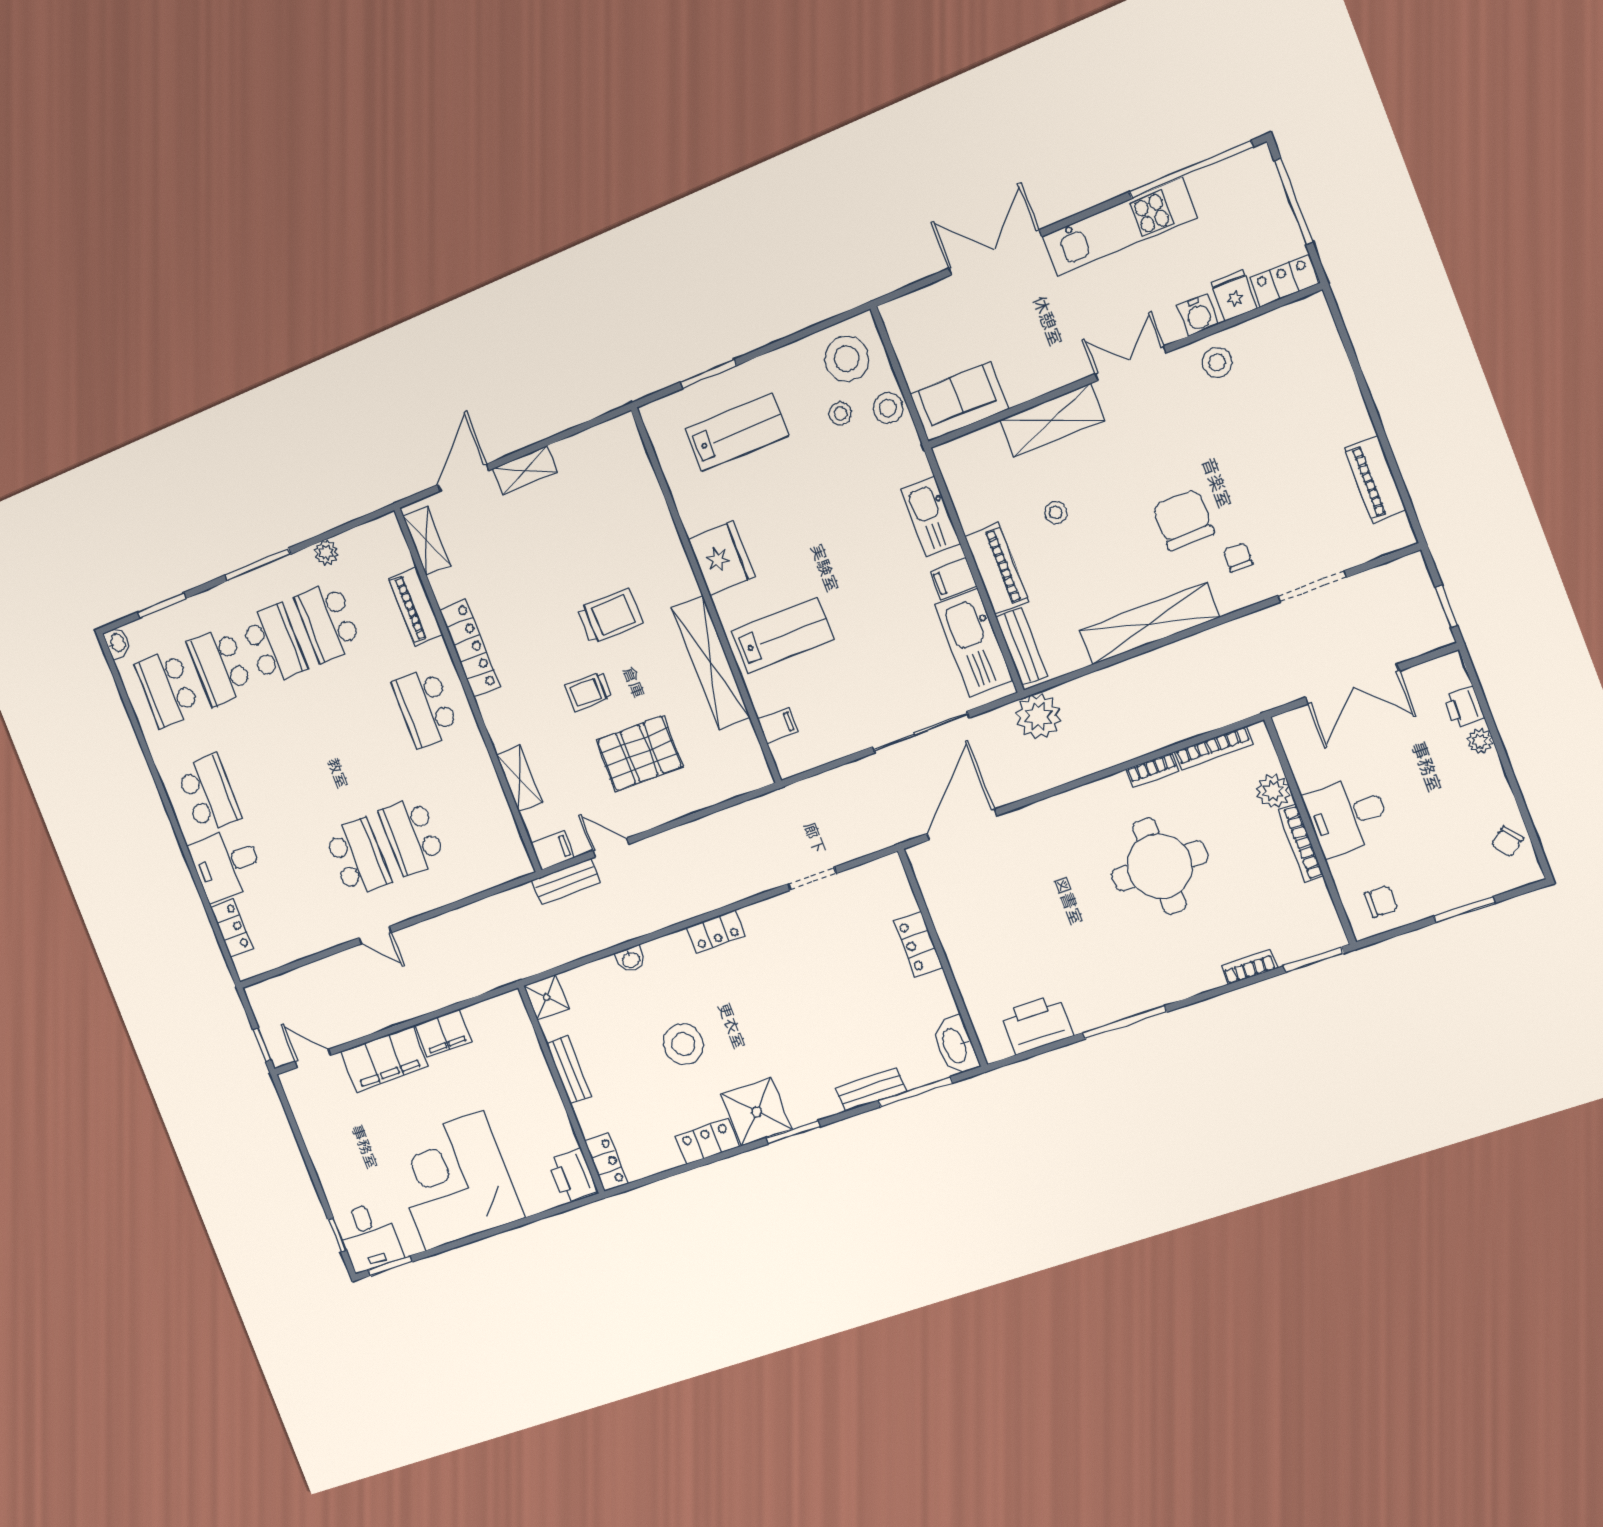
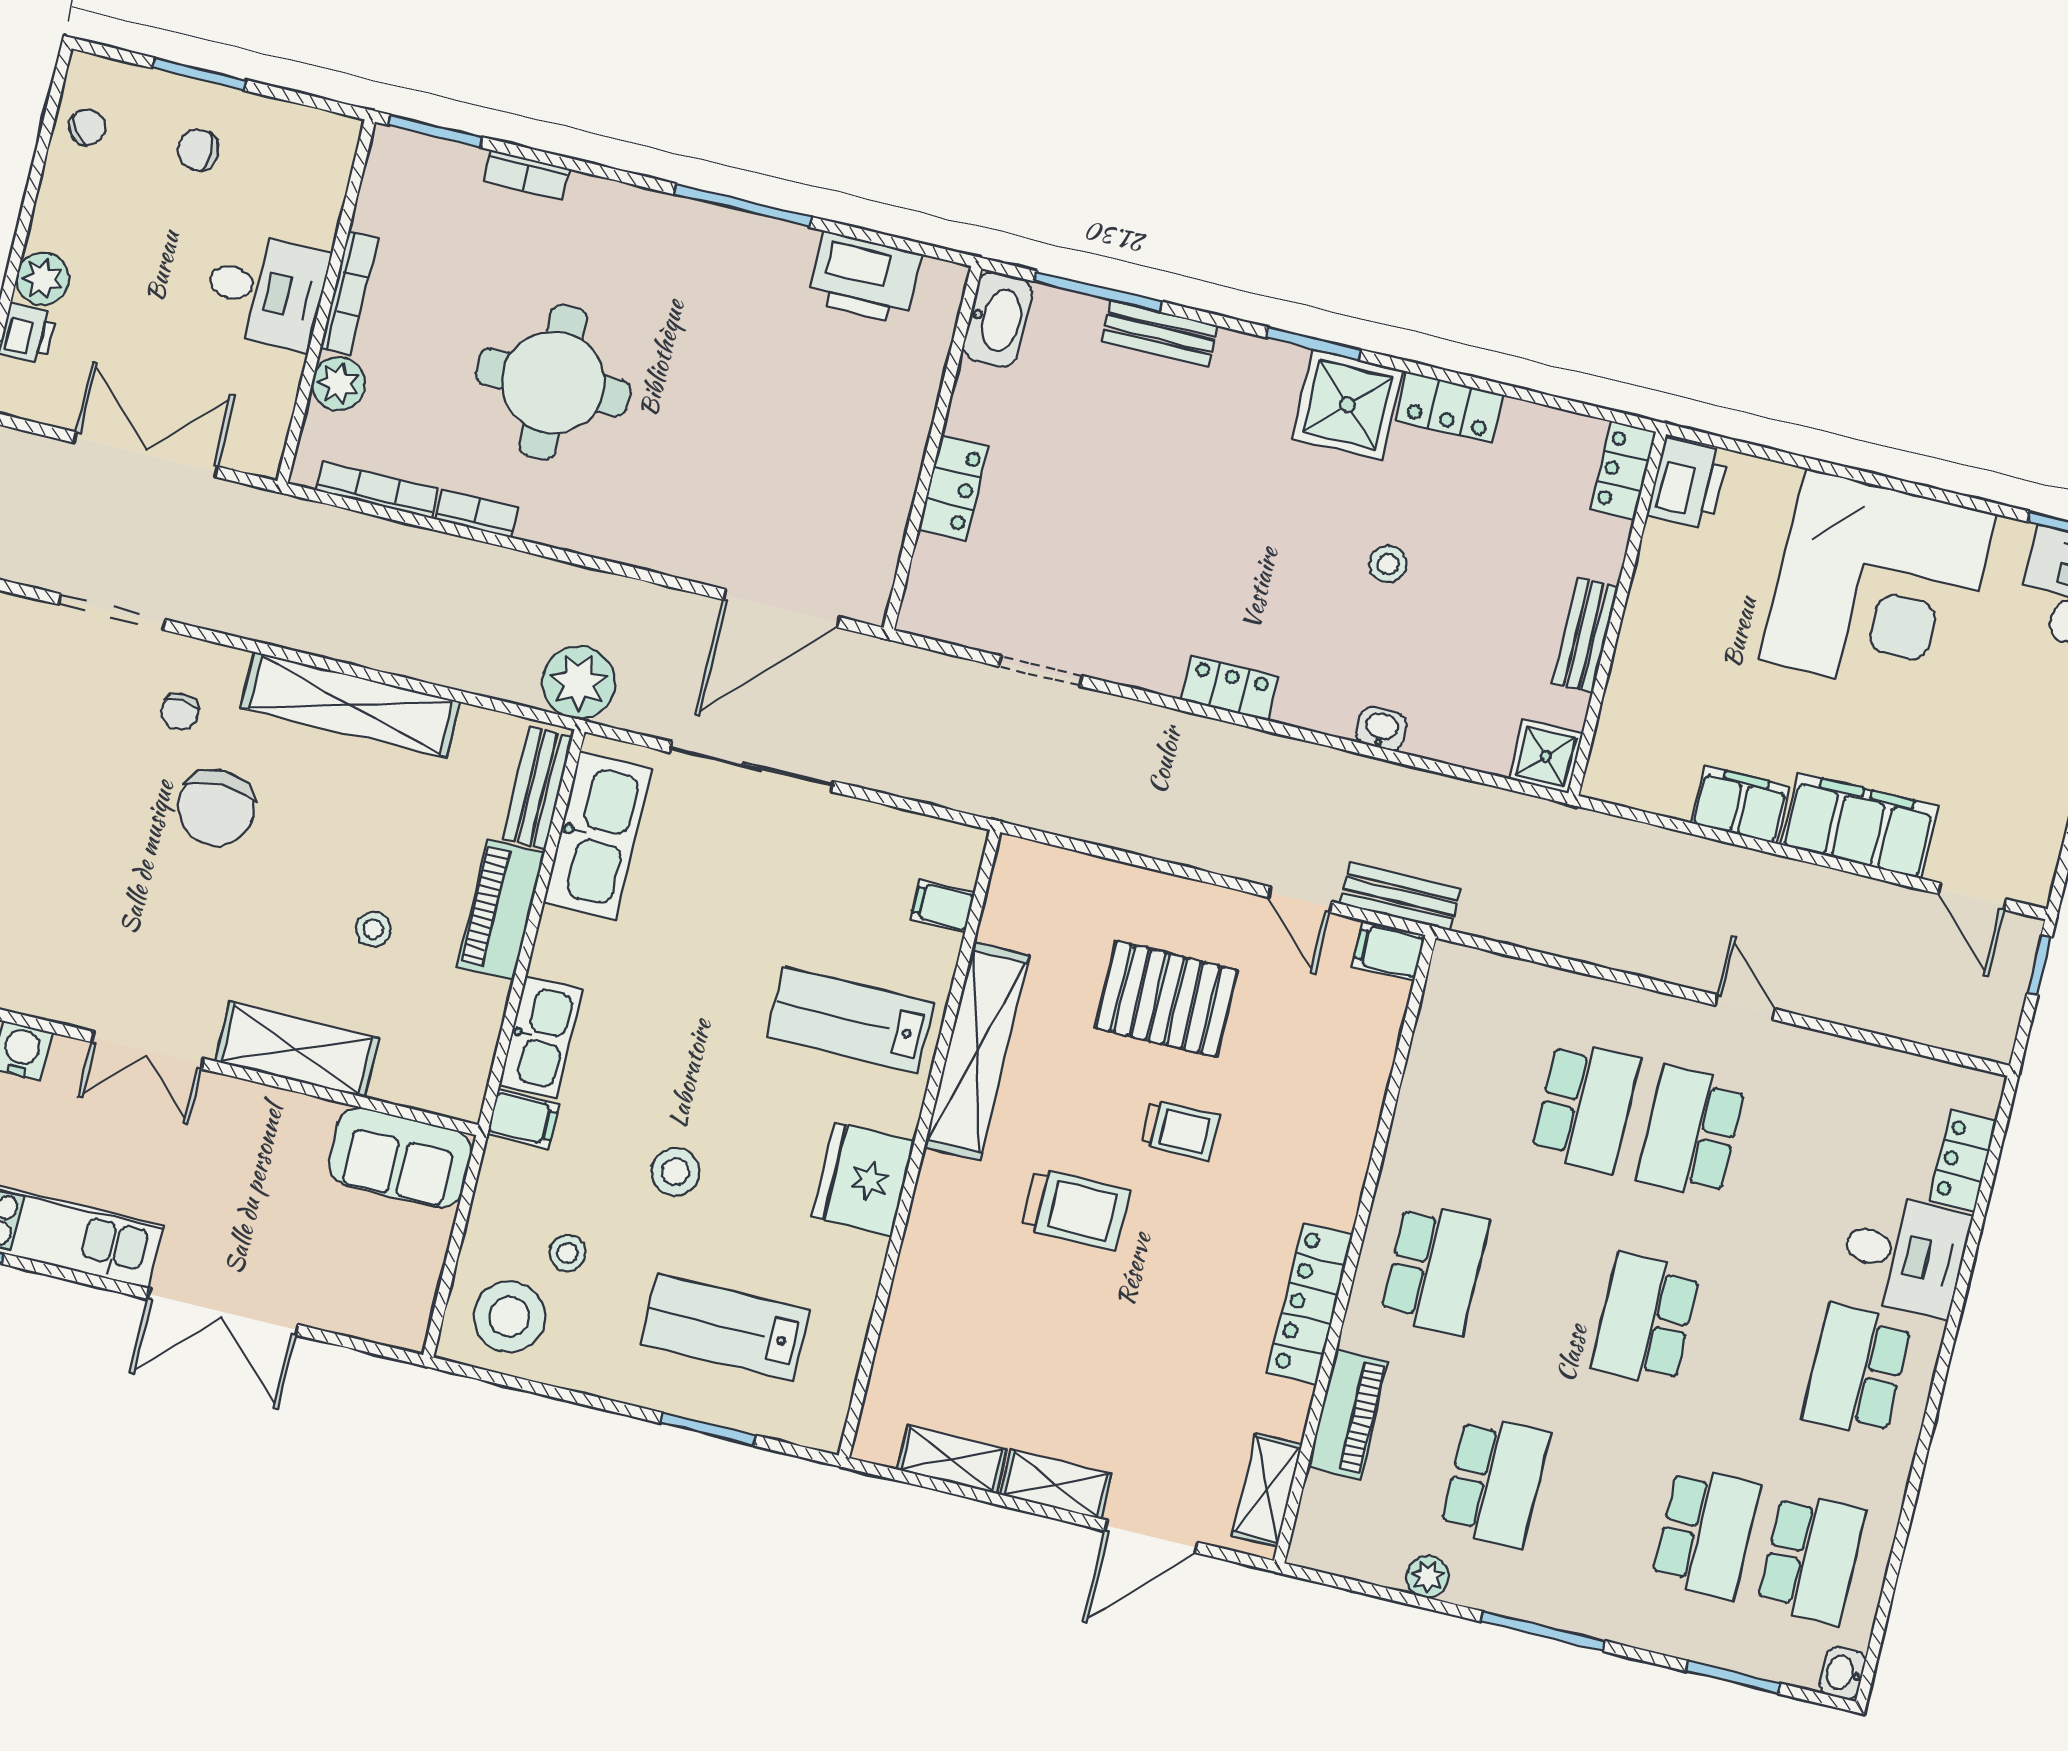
stool: (1217, 362) -> (39, 975), removed
stool: (888, 408) -> (675, 1172), moved
filing cabinet: (953, 579) -> (523, 1119), moved
trolley: (610, 616) -> (1076, 1209), turned 180
school desk: (274, 644) -> (1646, 1320), moved
plant: (1480, 741) -> (43, 279), width x1.38, depth x1.38
shelving: (519, 779) -> (952, 1459), moved, turned 90
chair: (1381, 901) -> (198, 150), moved
stool: (683, 1044) -> (1388, 564), width x0.53, depth x0.53

